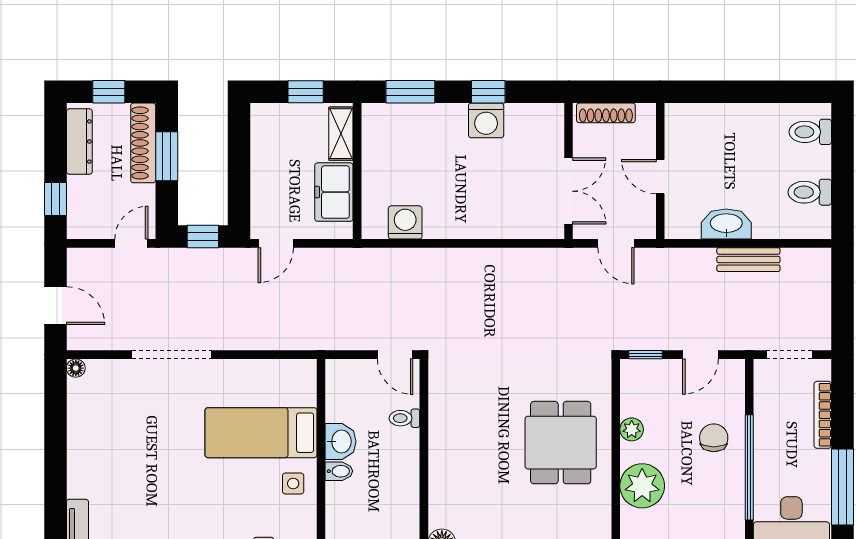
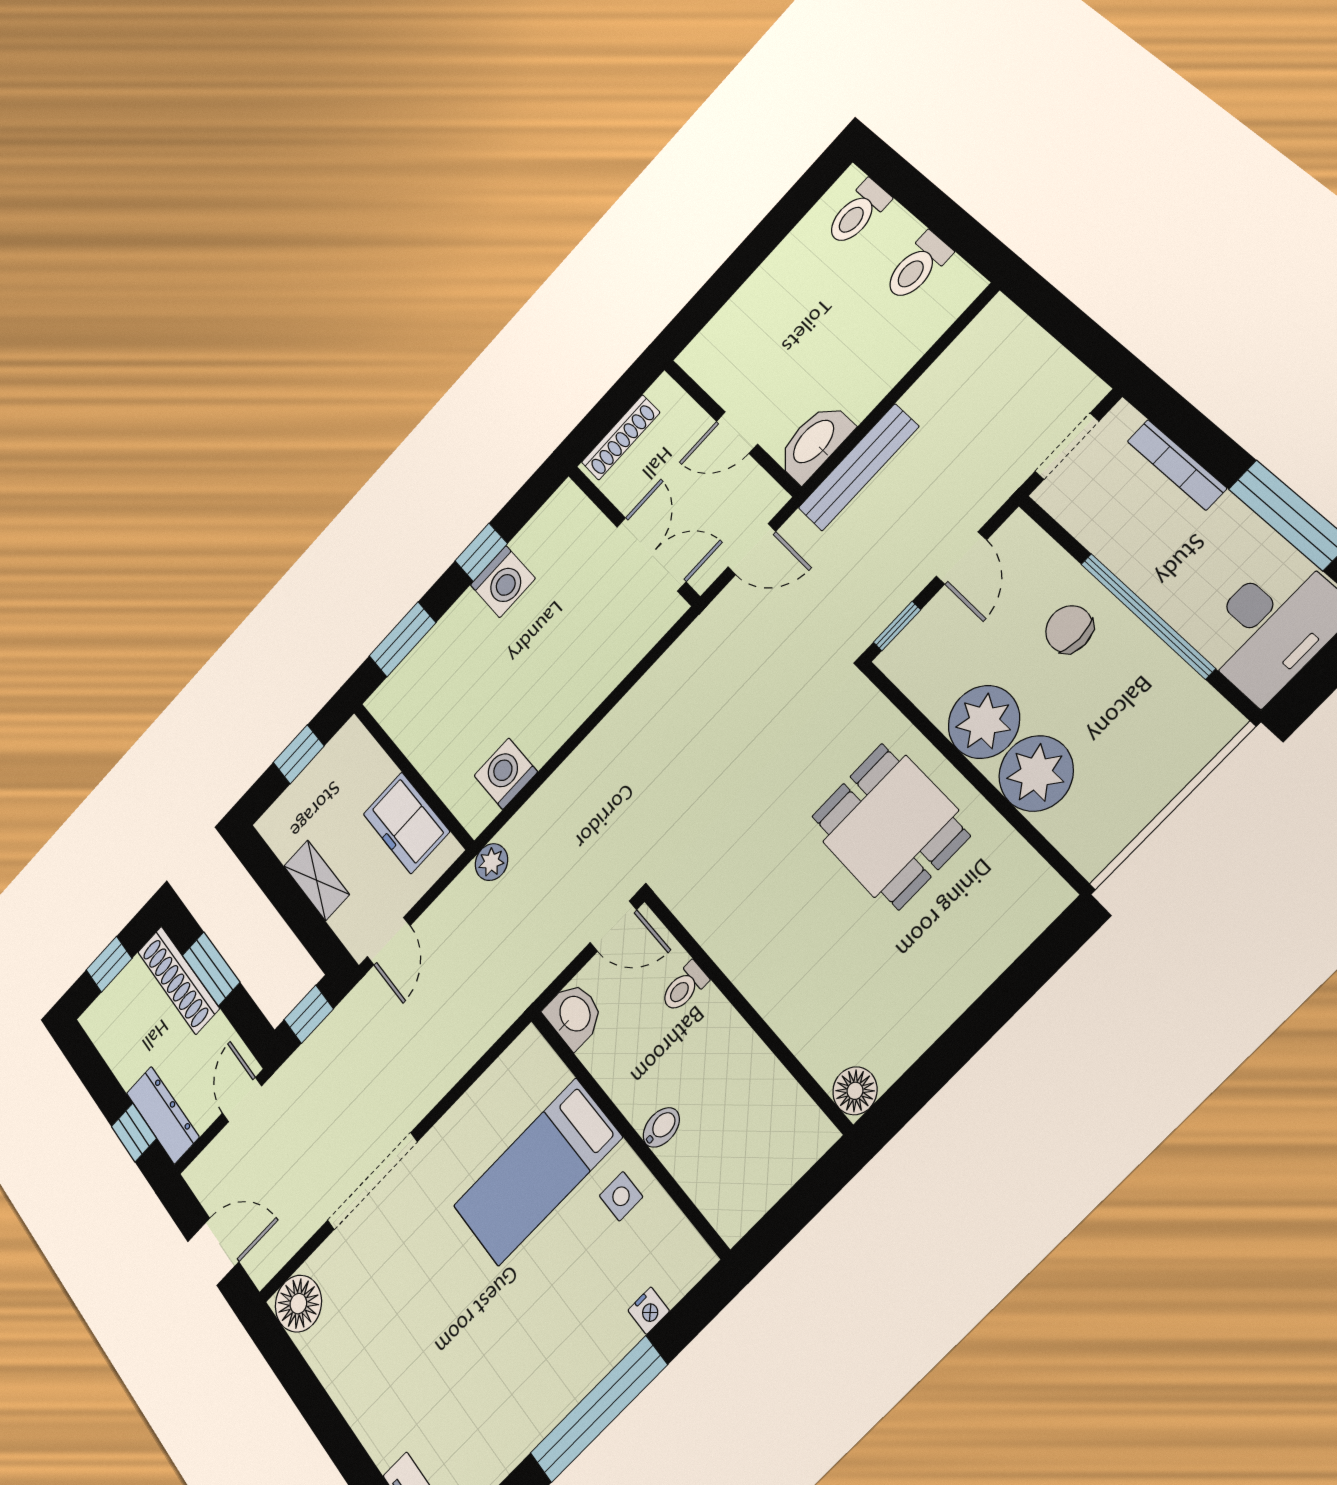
shelving: (341, 134) -> (317, 880), moved
dresser: (79, 142) -> (163, 1115), moved
washbasin: (726, 224) -> (814, 442), moved
plant: (361, 259) -> (491, 862), added
bench: (748, 260) -> (858, 467), moved, width x1.36
floor lamp: (76, 368) -> (298, 1304), width x1.89, depth x1.89
plant: (632, 429) -> (984, 722), width x1.87, depth x1.87
washbasin: (341, 442) -> (574, 1015), moved

